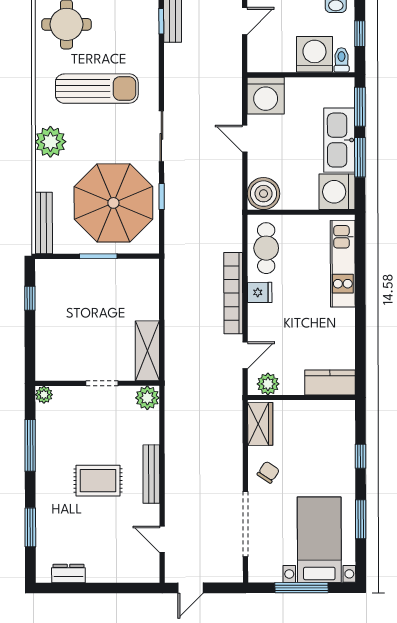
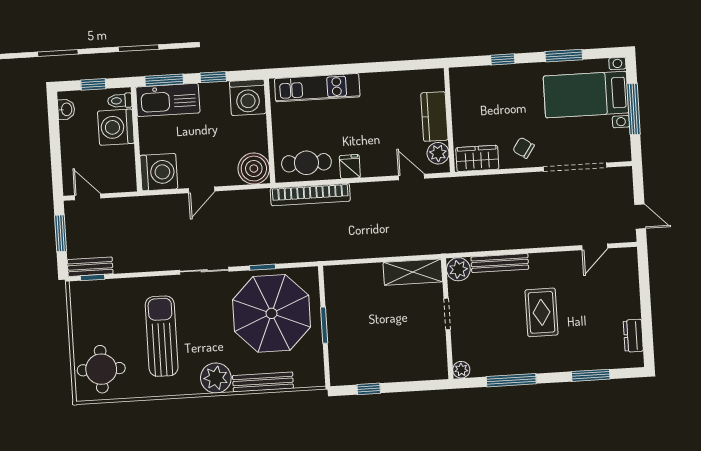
kitchen sink: (339, 140) -> (168, 100), moved
window: (360, 157) -> (213, 77), width x0.67
bench: (44, 223) -> (263, 382), moved
bookcase: (233, 293) -> (310, 195), moved
kitchen counter: (330, 382) -> (434, 117), moved
bench: (151, 474) -> (500, 263), moved

